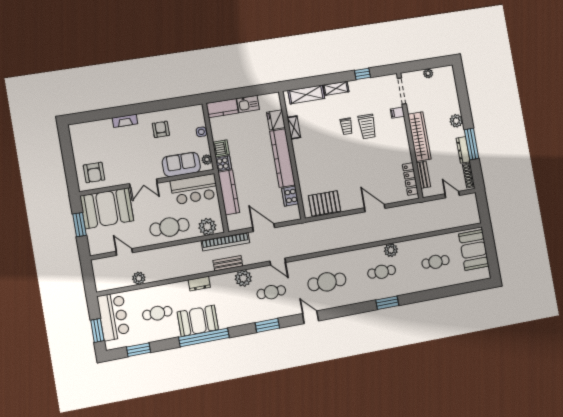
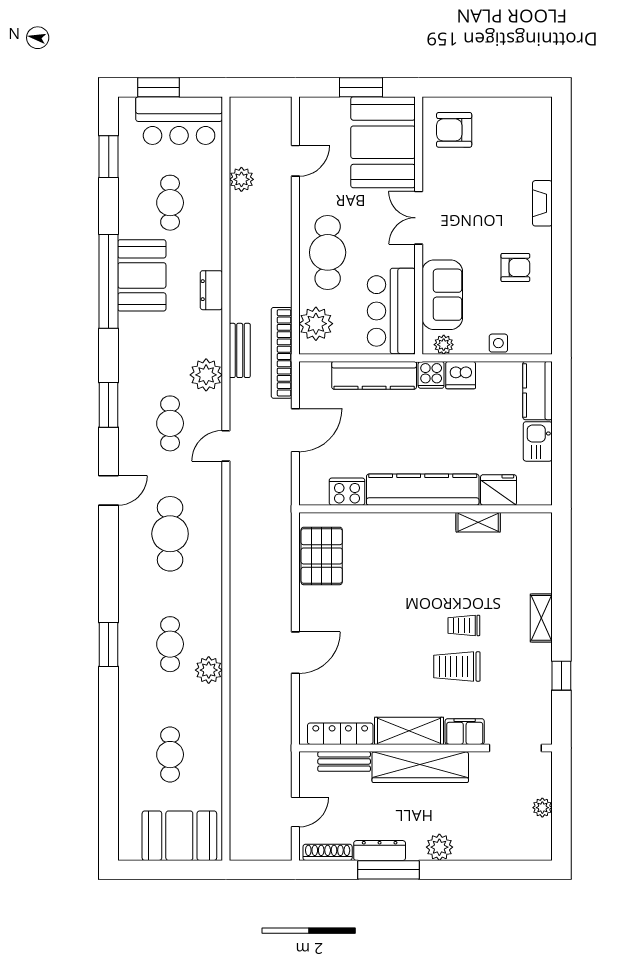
shelving: (306, 94) -> (409, 731), moved, turned 90
filing cabinet: (397, 113) -> (465, 732), width x2.00

